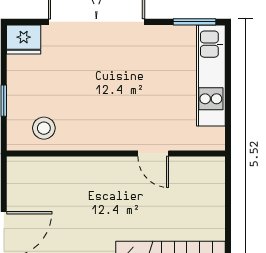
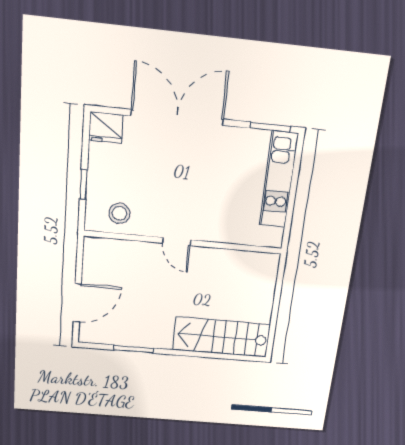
door: (153, 154) -> (177, 242), moved

